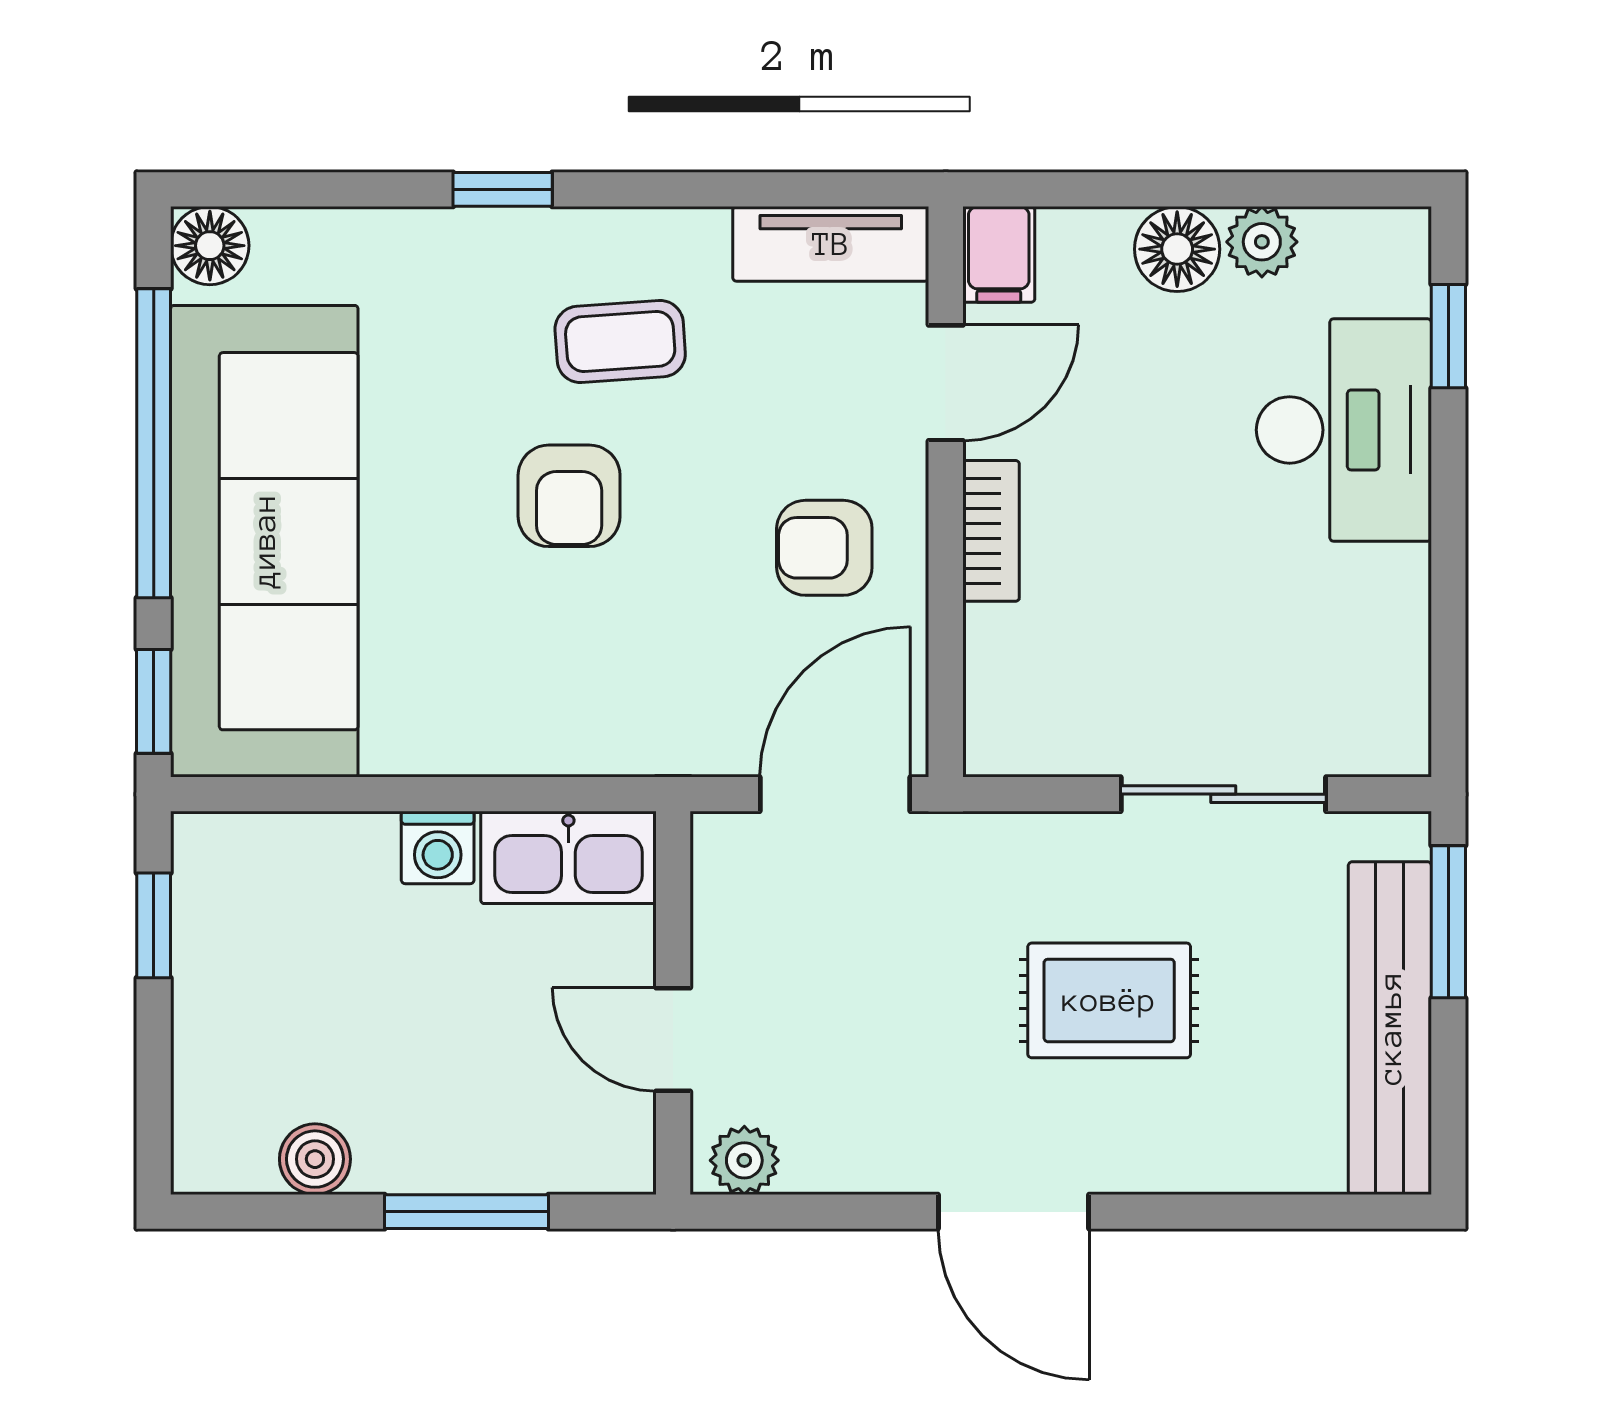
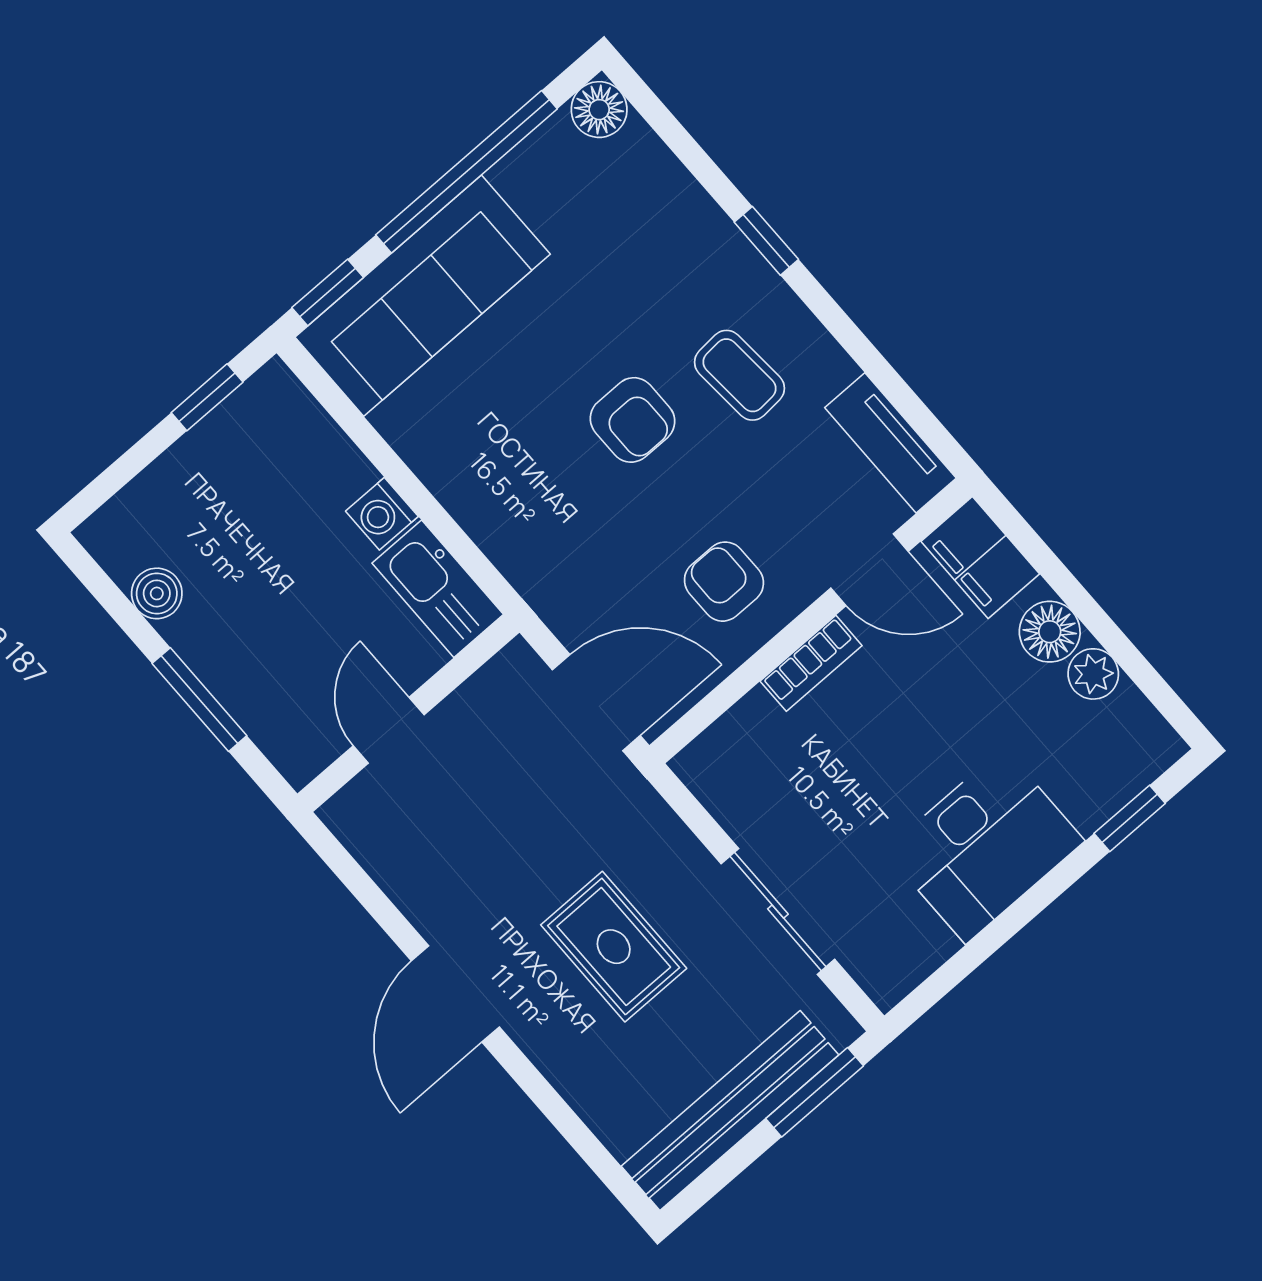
filing cabinet: (999, 254) -> (980, 558), width x2.00
desk: (1344, 430) -> (985, 846), moved
armchair: (569, 496) -> (633, 420), turned -90
sofa: (264, 541) -> (423, 296), width x0.74, depth x0.79
plant: (744, 1160) -> (357, 825), removed

